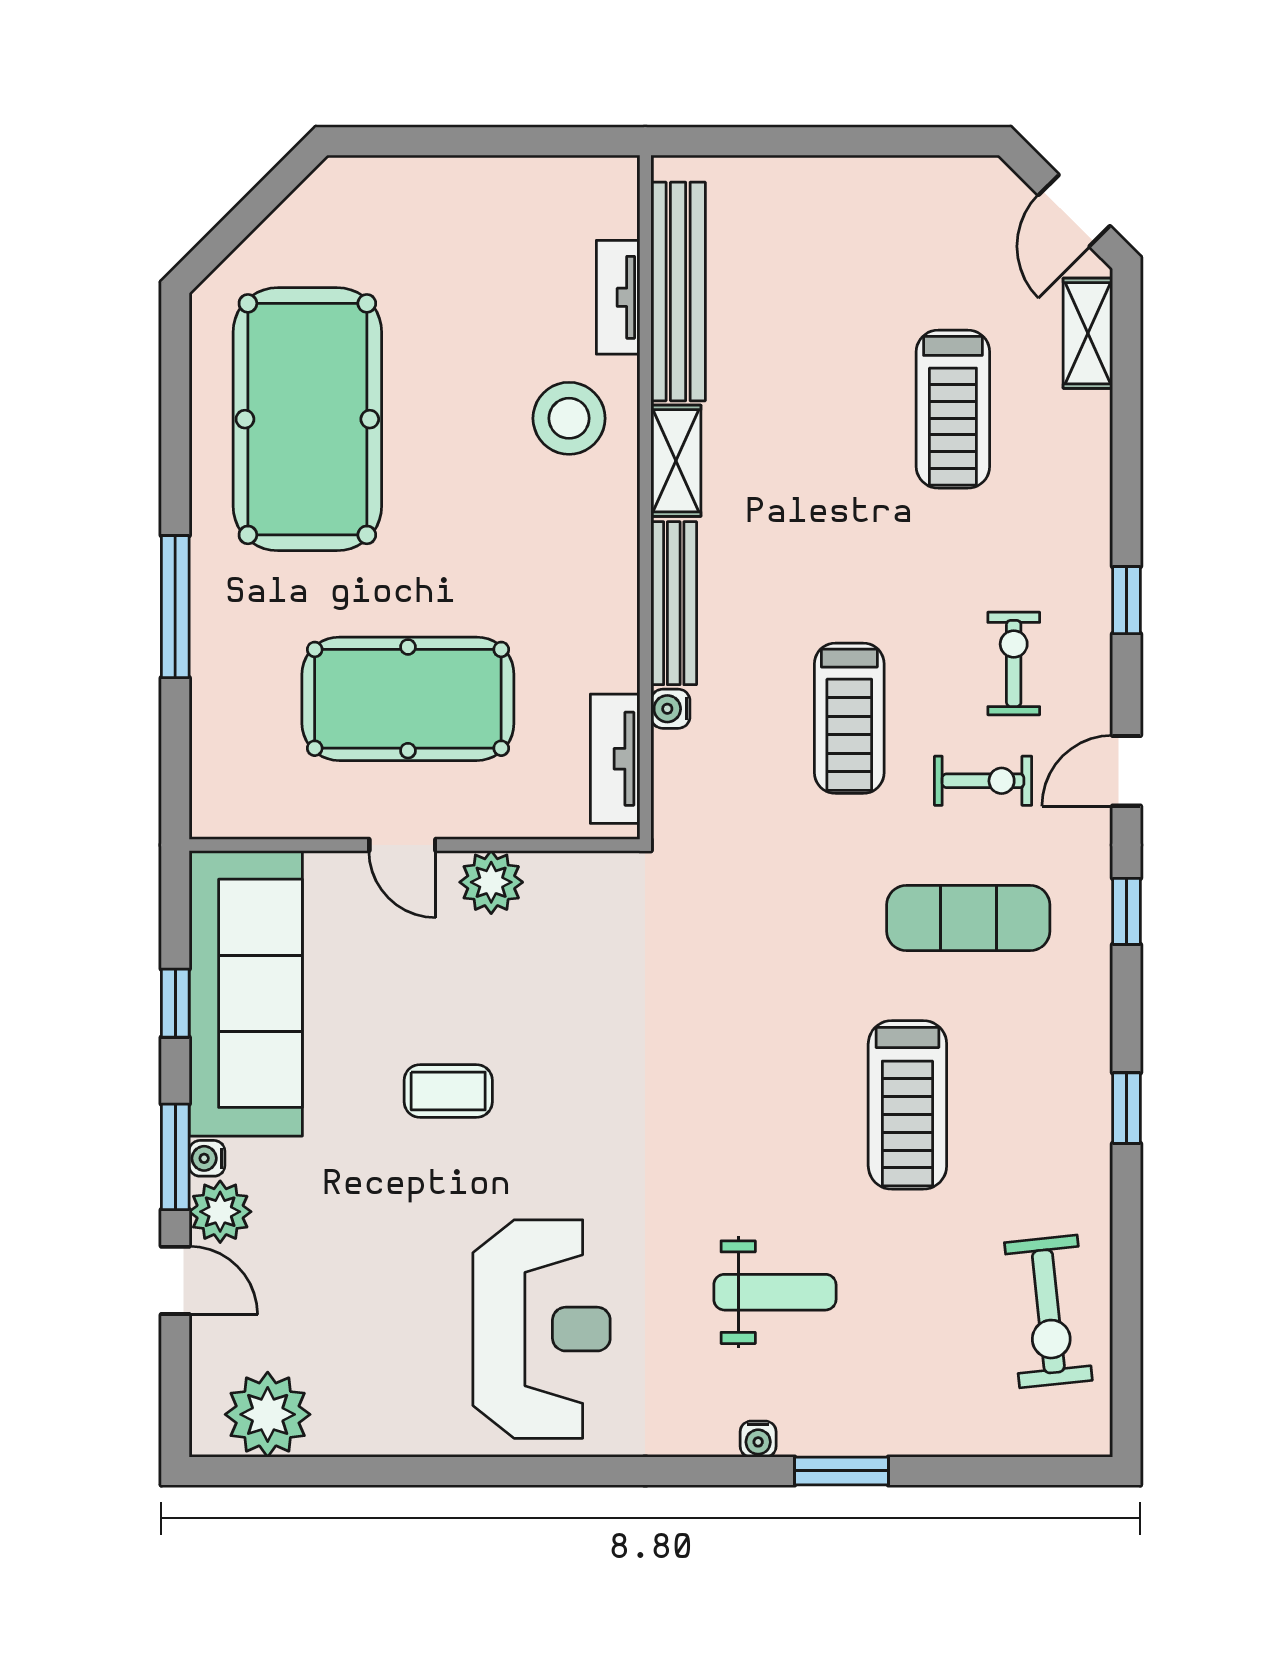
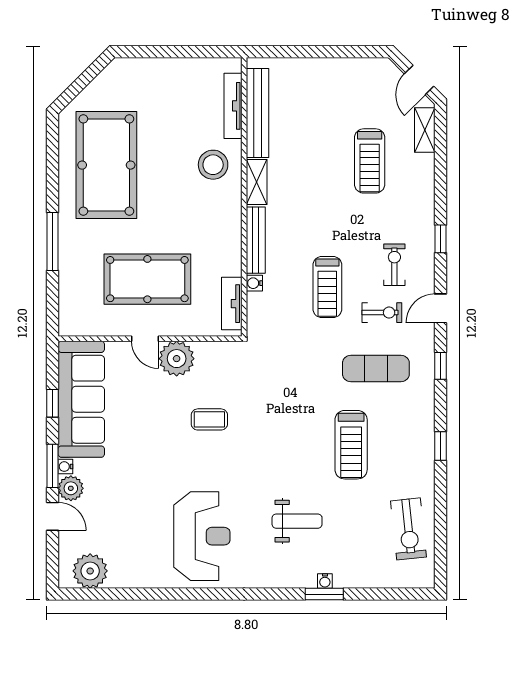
tv unit: (618, 297) -> (233, 106), width x1.41
plant: (491, 882) -> (177, 359), width x1.36, depth x1.36
coffee table: (448, 1091) -> (209, 419), moved
water cooler: (758, 1439) -> (325, 581), moved

